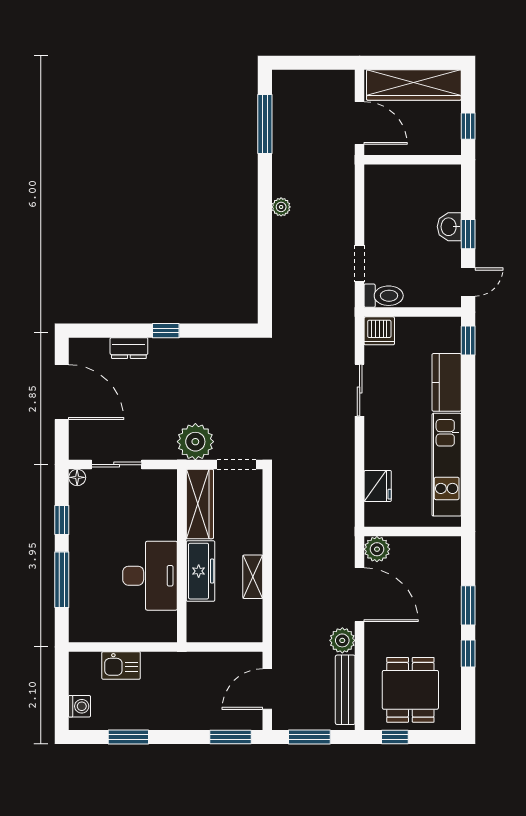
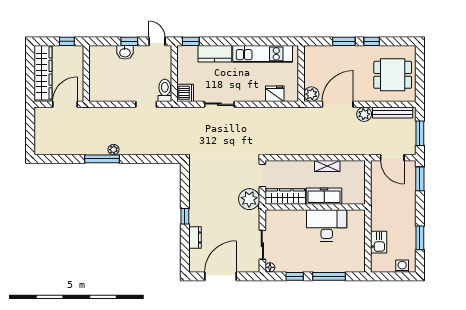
window: (265, 124) -> (102, 159), moved
window: (395, 737) -> (420, 84), removed

